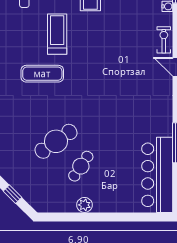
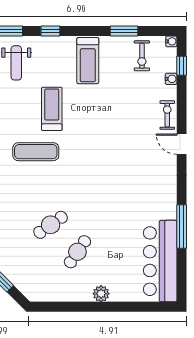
cafe table: (56, 141) -> (51, 225), width x0.73, depth x0.74
plant: (85, 205) -> (101, 294), moved

